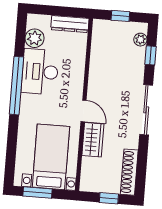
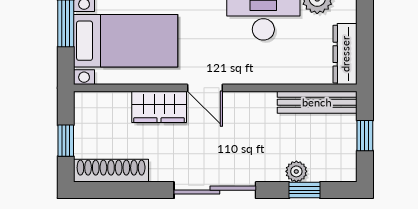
plant: (140, 40) -> (296, 171), moved
bench: (98, 43) -> (317, 102), added
door: (83, 111) -> (205, 88), hinge flipped

